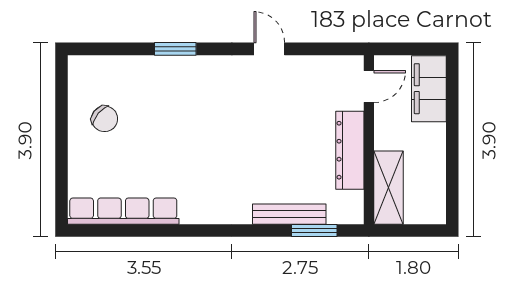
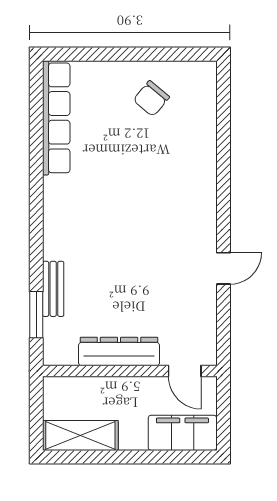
window: (175, 49) -> (223, 171), removed
shelving: (389, 188) -> (80, 435), moved
bench: (289, 214) -> (53, 289), width x0.73

